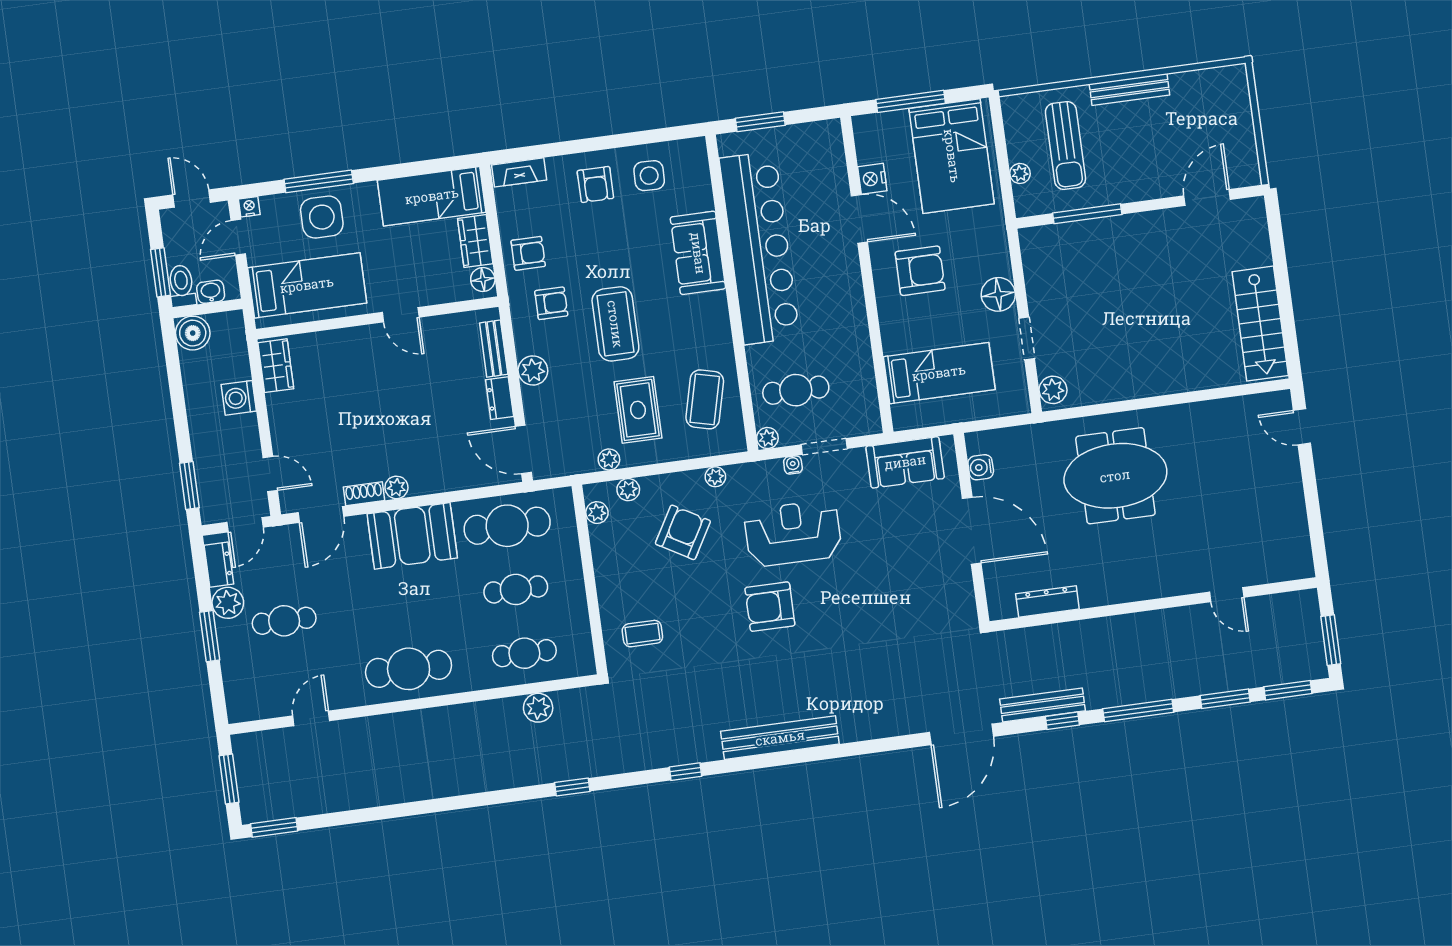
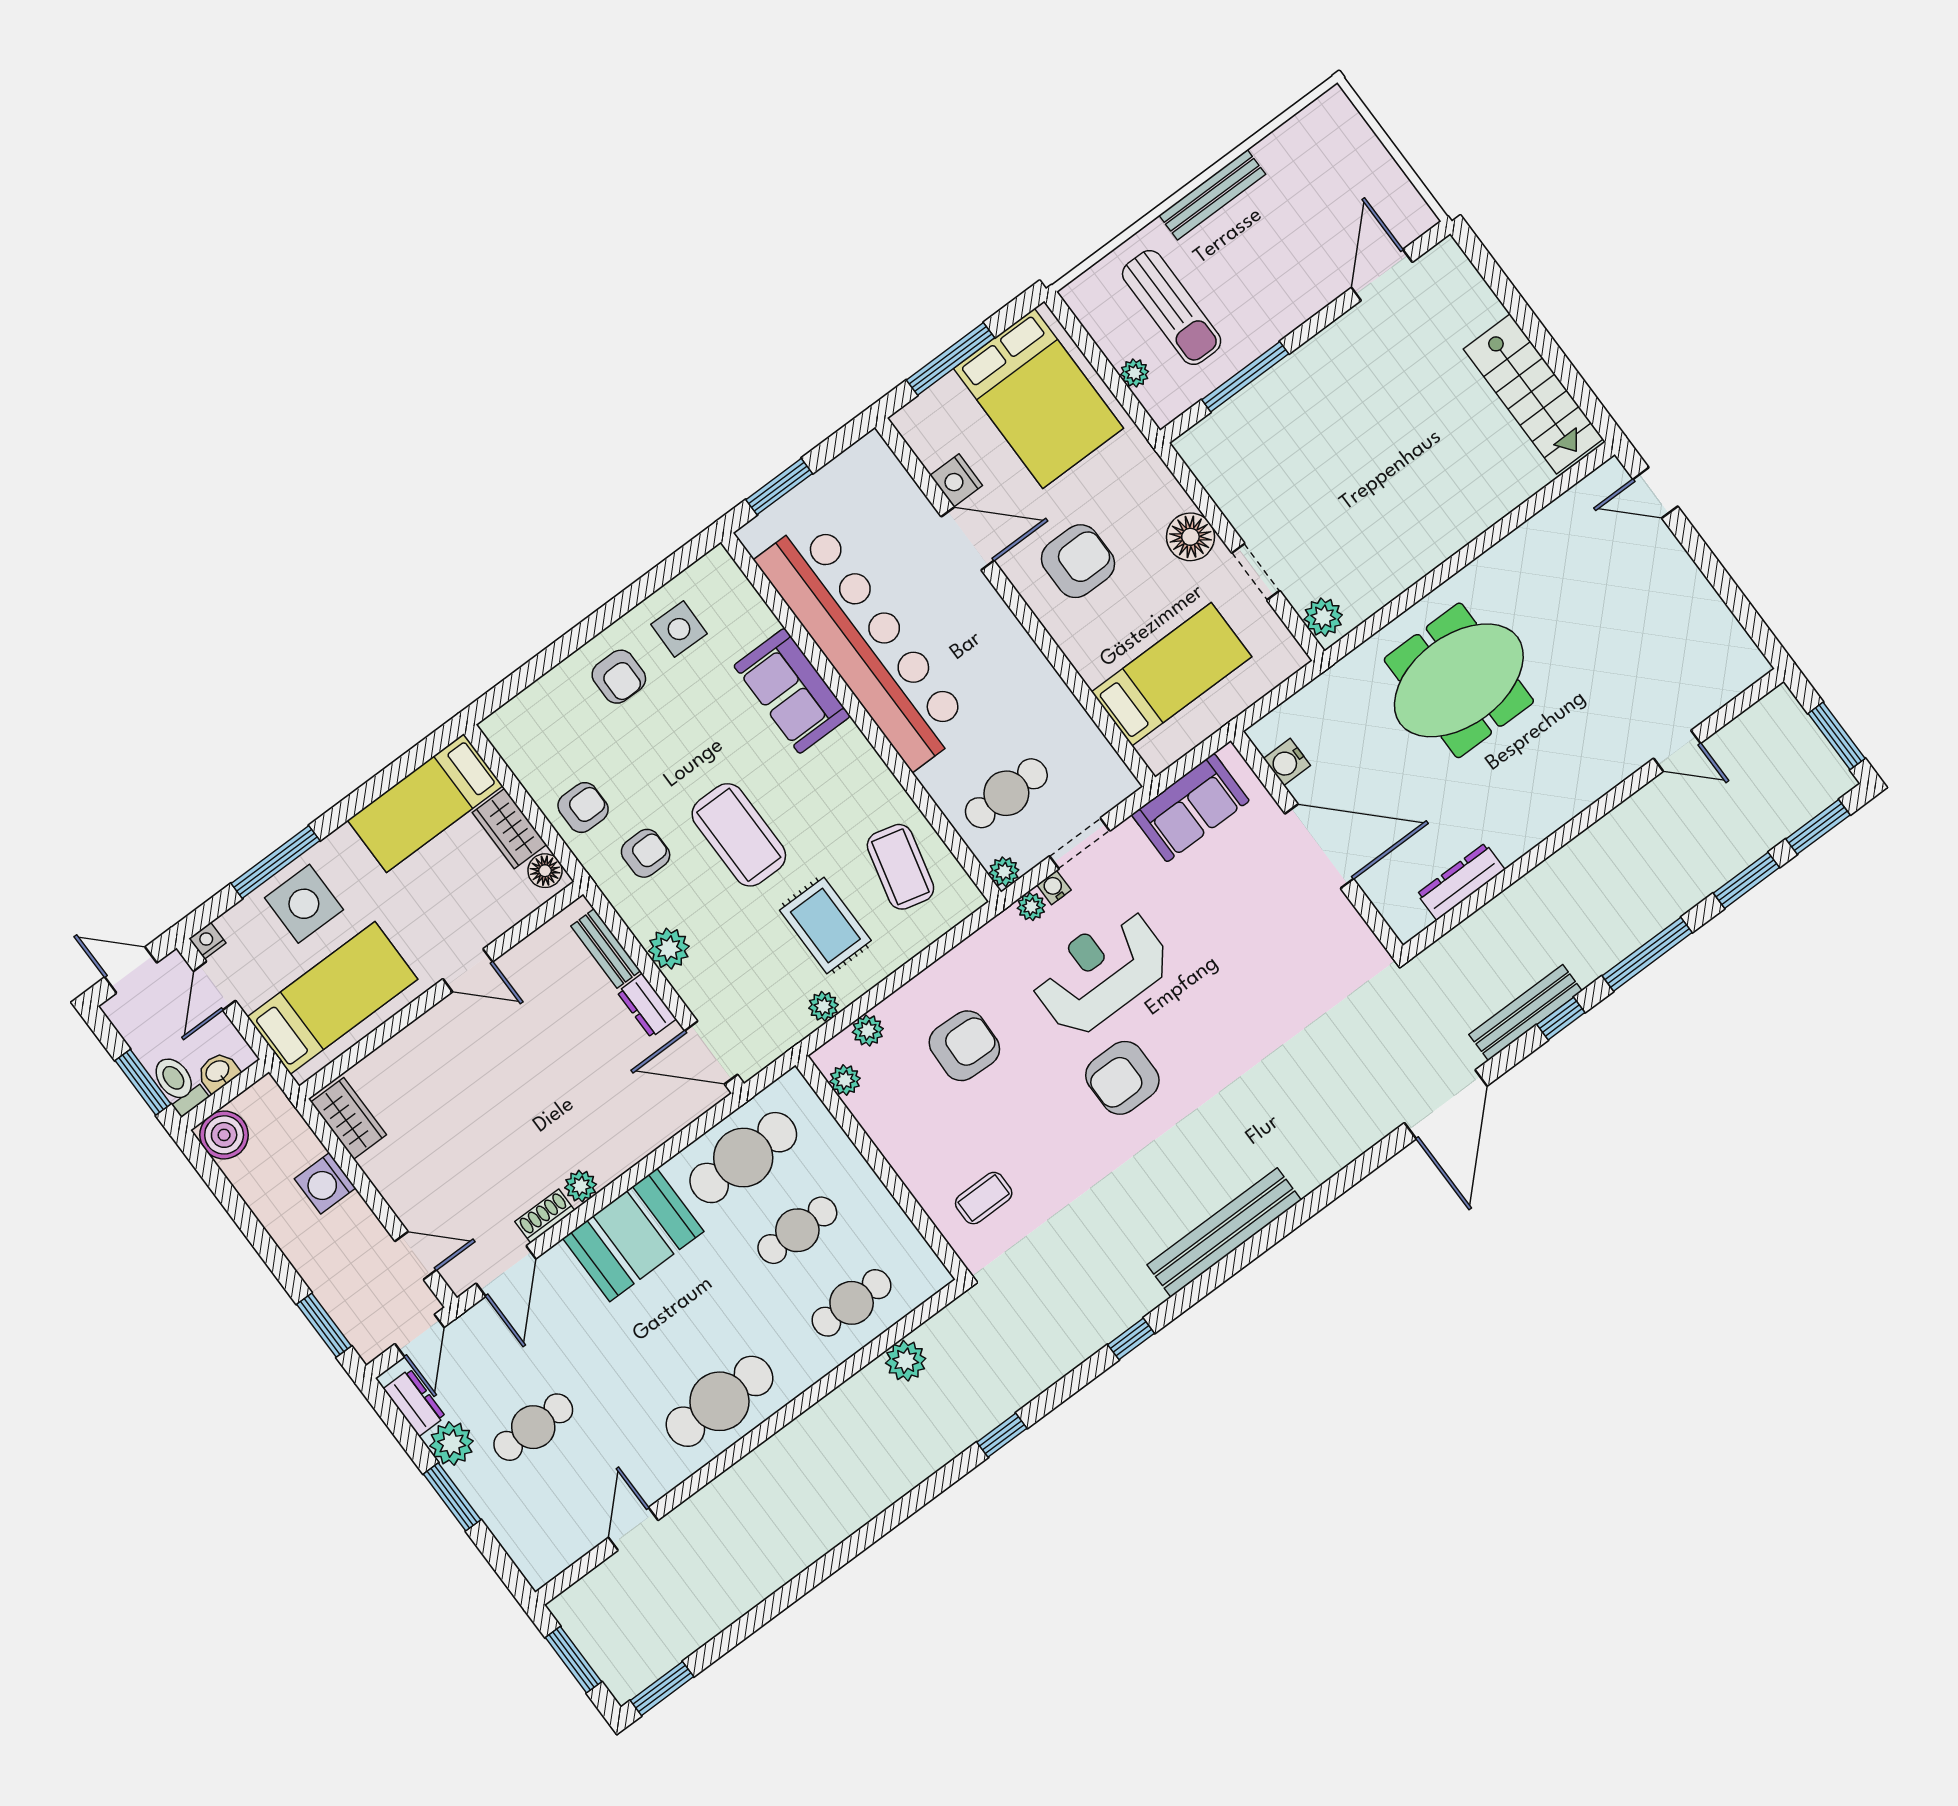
fireplace: (519, 172) -> (517, 714), removed
plant: (715, 477) -> (1031, 907), moved
armchair: (683, 532) -> (964, 1046), turned 62

